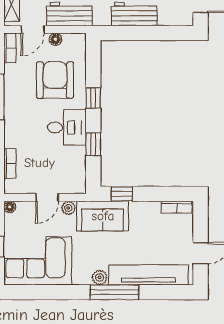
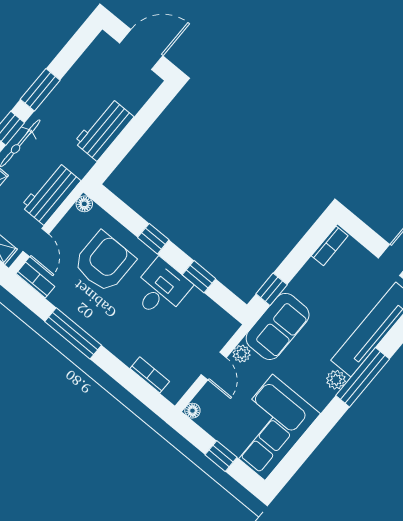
floor lamp: (55, 39) -> (84, 204), moved
armchair: (55, 80) -> (104, 262), turned 90

